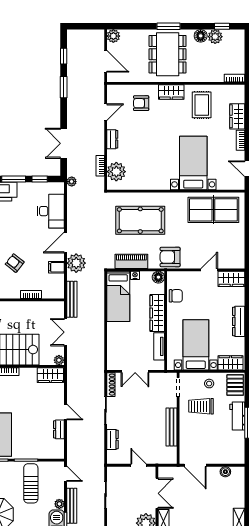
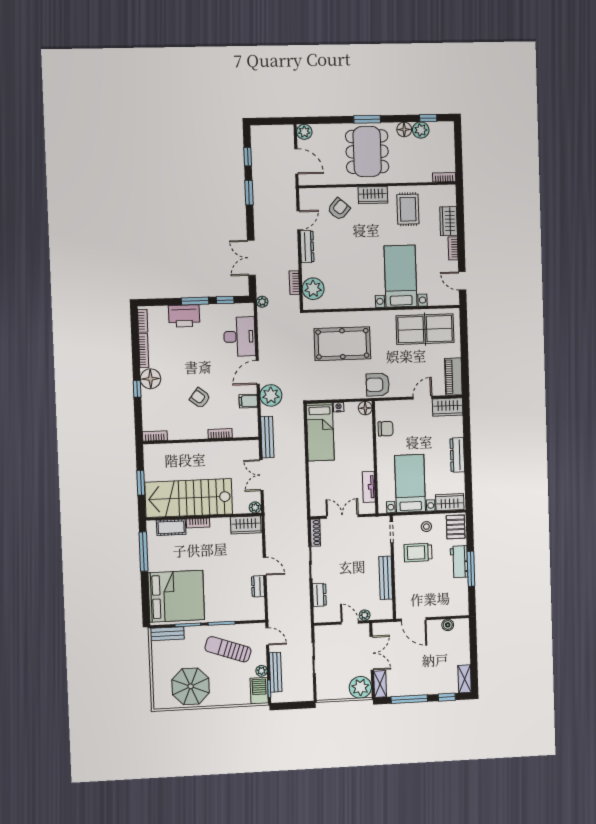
armchair: (141, 103) -> (339, 209), turned 131
dresser: (112, 139) -> (307, 247), width x1.44
piano: (131, 261) -> (453, 377), moved, turned -90
wardrobe: (157, 313) -> (365, 449), removed
double door: (135, 371) -> (342, 516), swing flipped
plant: (152, 459) -> (365, 615), added
sun lounger: (31, 483) -> (228, 649), turned -71

